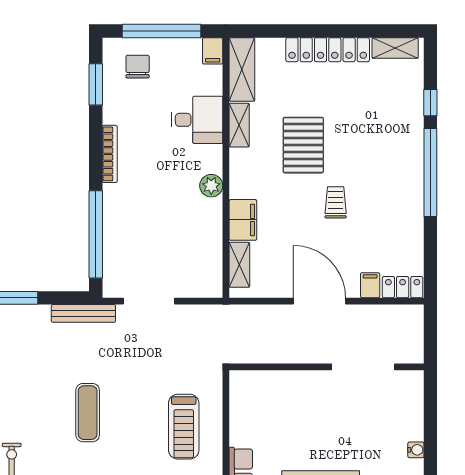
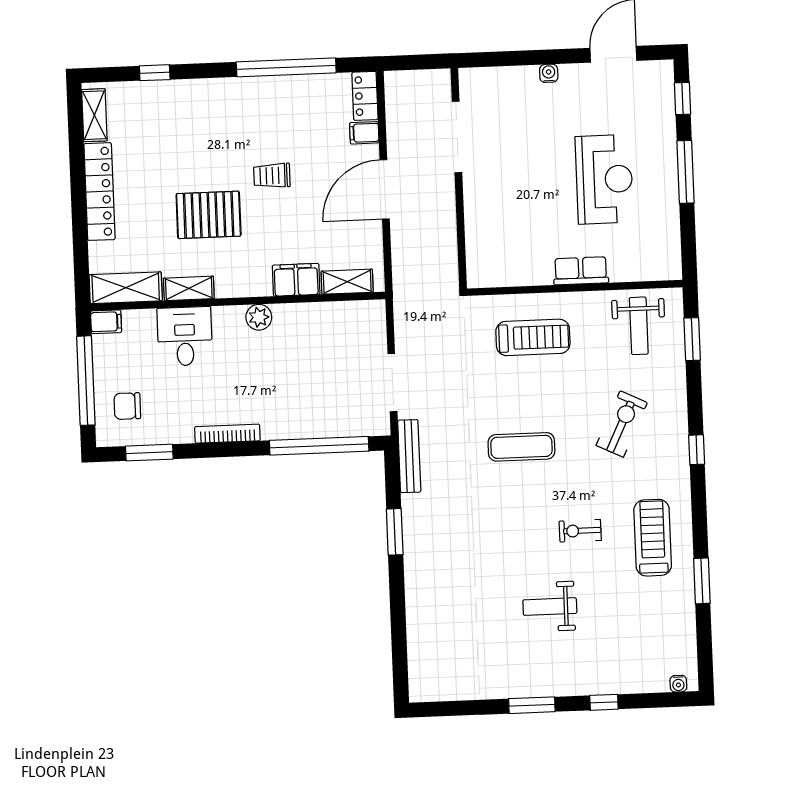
window: (430, 173) -> (286, 67), moved

